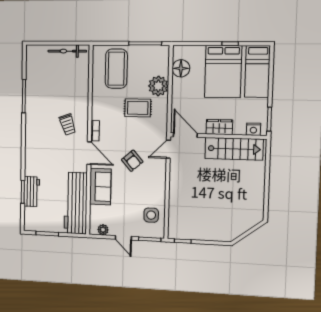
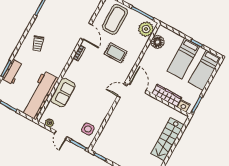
bed: (223, 71) -> (183, 59), width x0.67
plant: (158, 86) -> (146, 29), moved
trolley: (68, 124) -> (38, 44), moved
wardrobe: (219, 127) -> (167, 96), width x1.50
stairs: (234, 149) -> (167, 139), moved, turned 90
door: (89, 153) -> (86, 31), moved
armchair: (132, 161) -> (94, 86), removed

